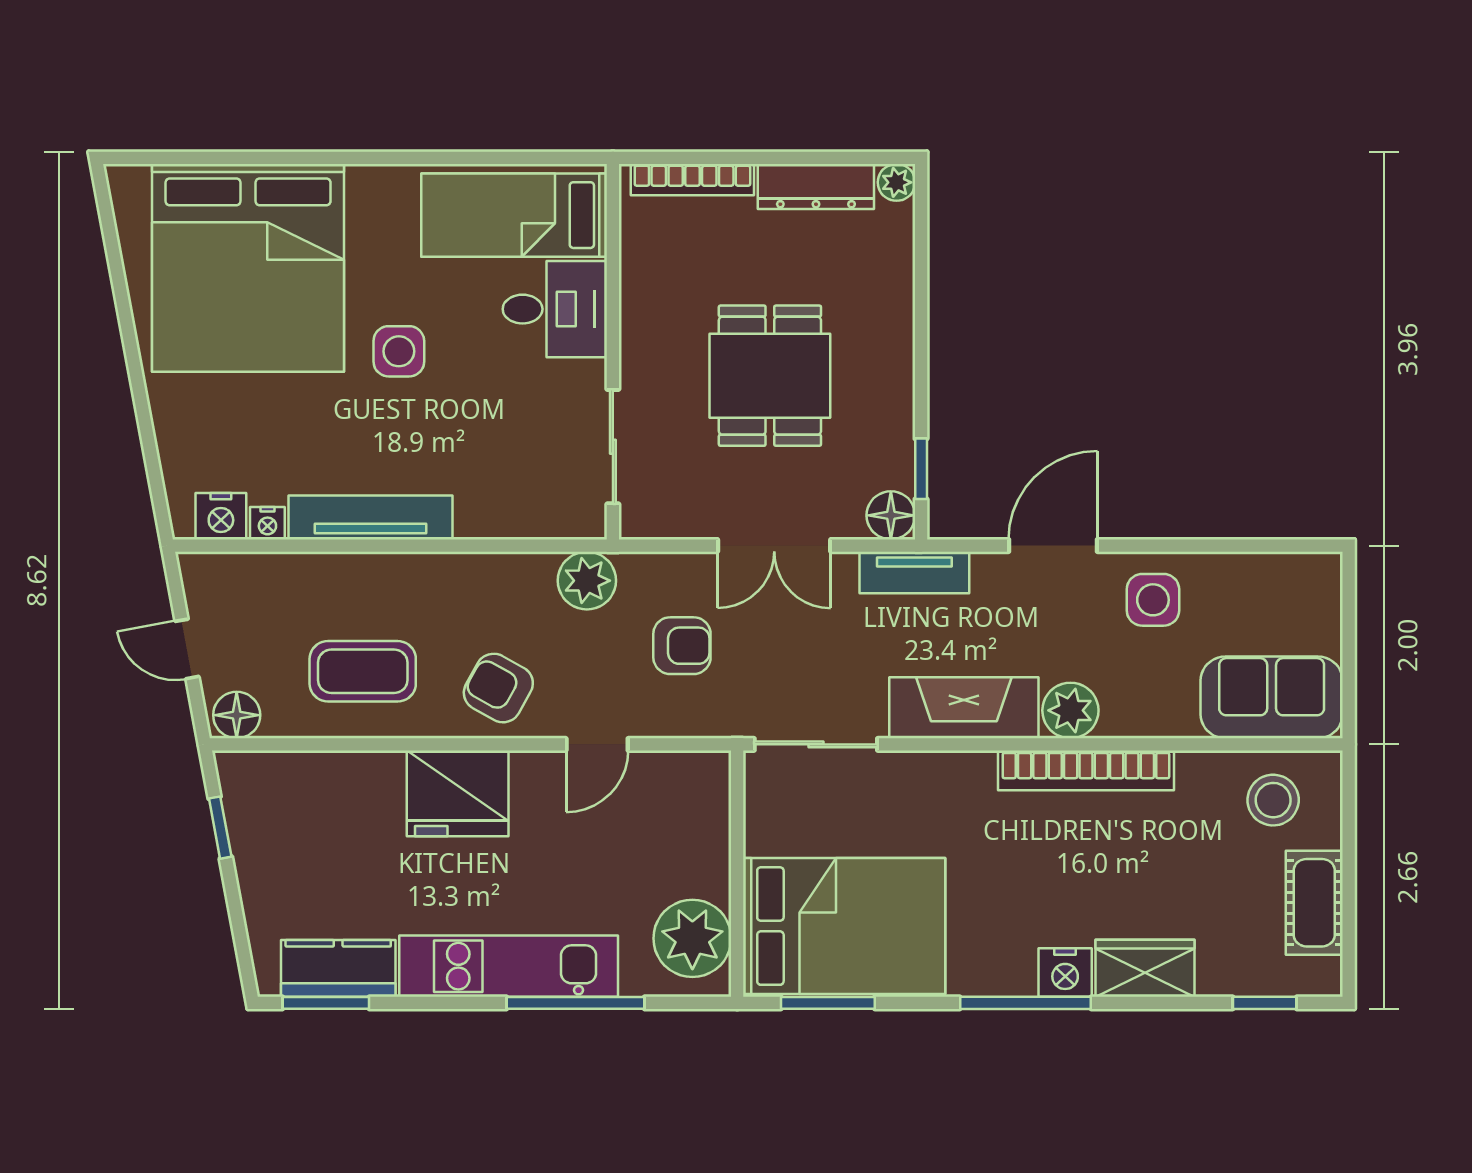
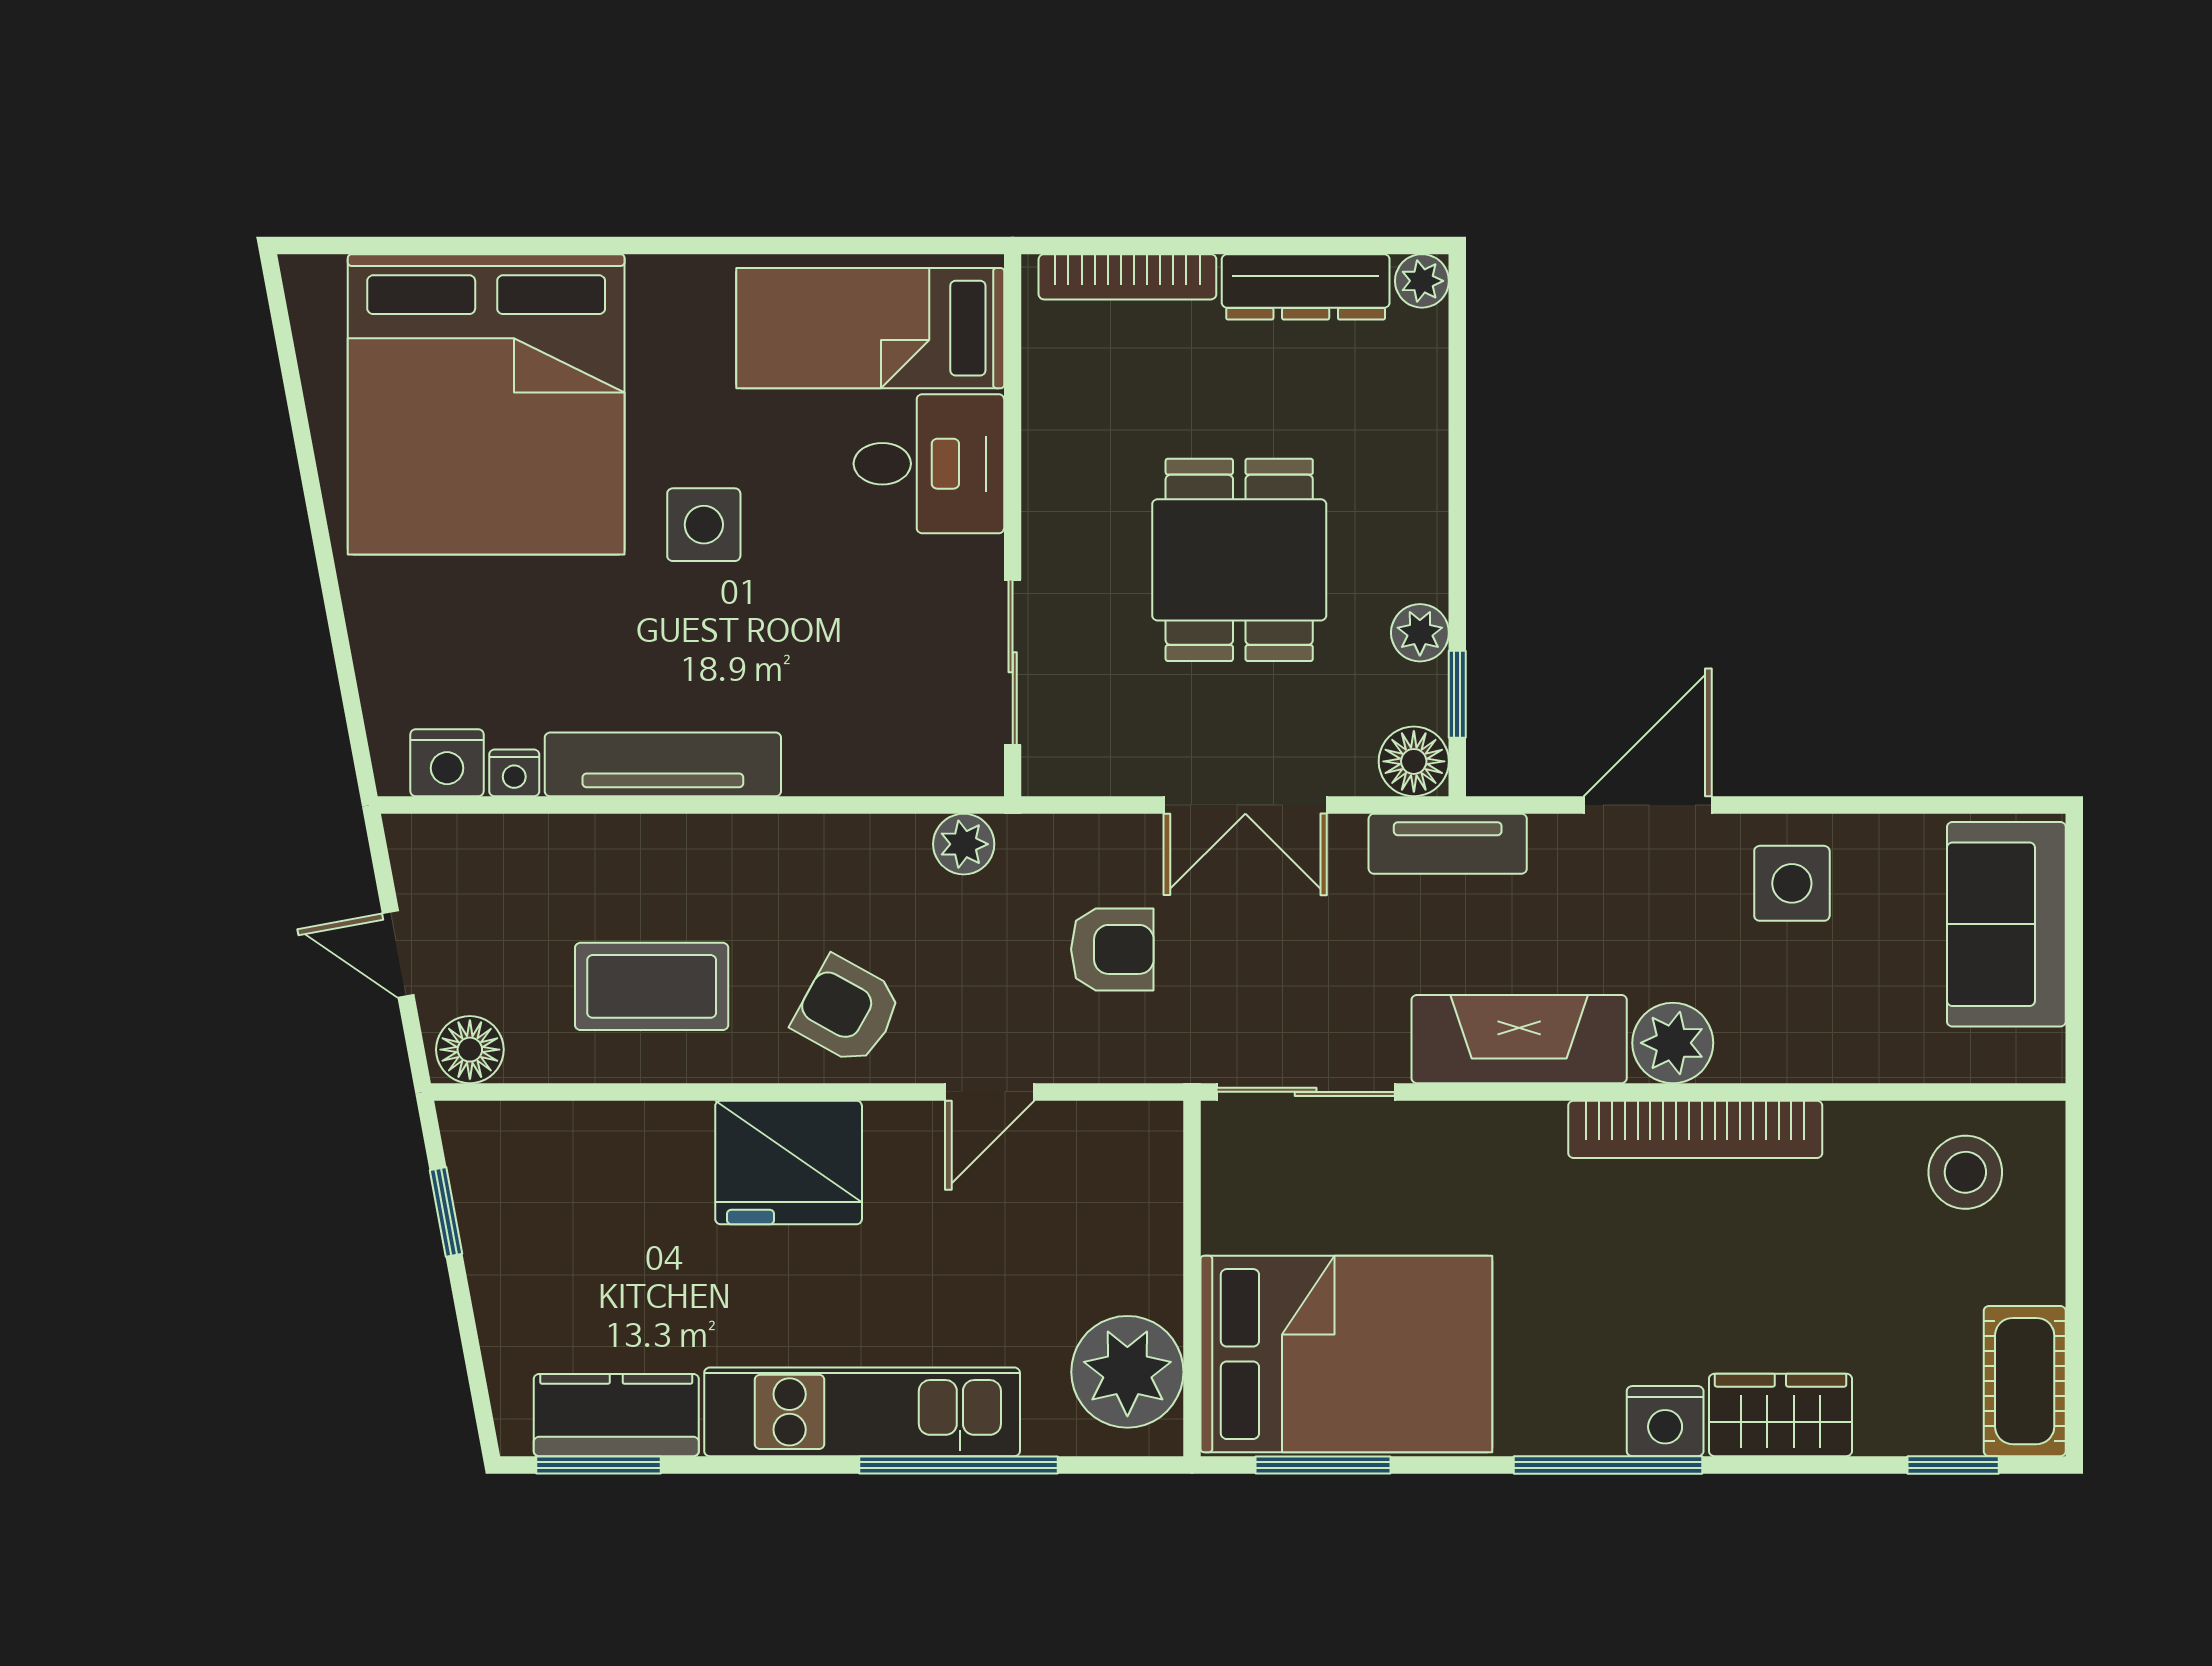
plant: (895, 426) -> (1420, 633), added
plant: (587, 581) -> (964, 844), width x0.73, depth x0.73
sofa: (1272, 697) -> (2006, 924), moved, turned -90
cot: (1314, 903) -> (2025, 1381), moved

